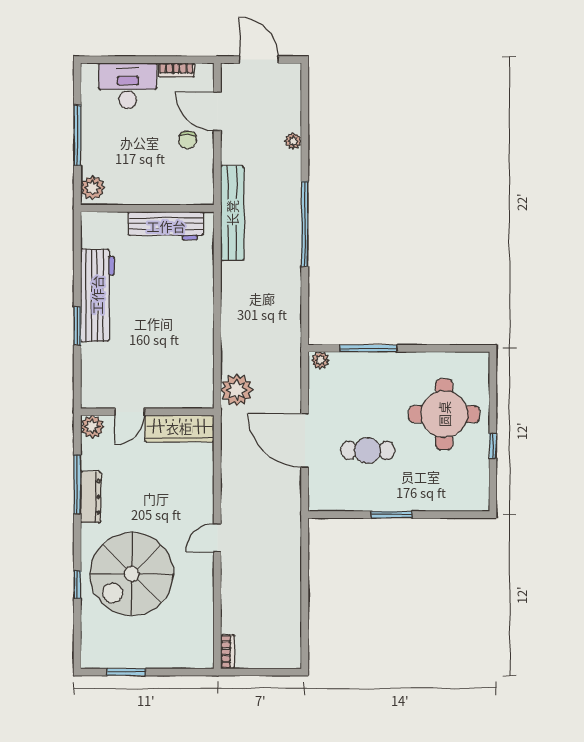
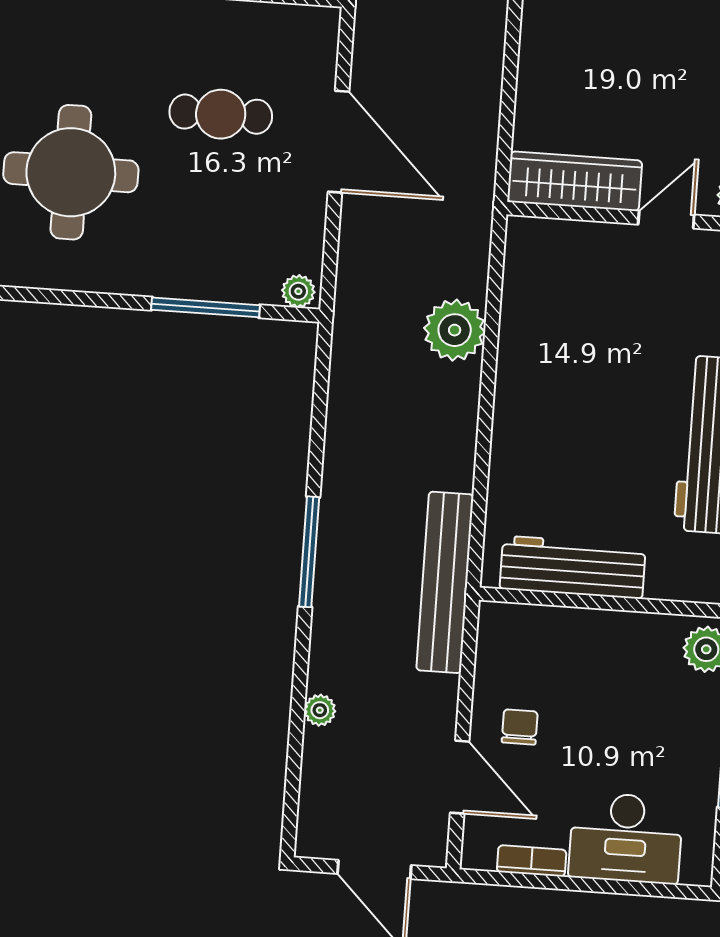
window: (305, 224) -> (309, 552), width x0.68
plant: (237, 390) -> (455, 330), moved

